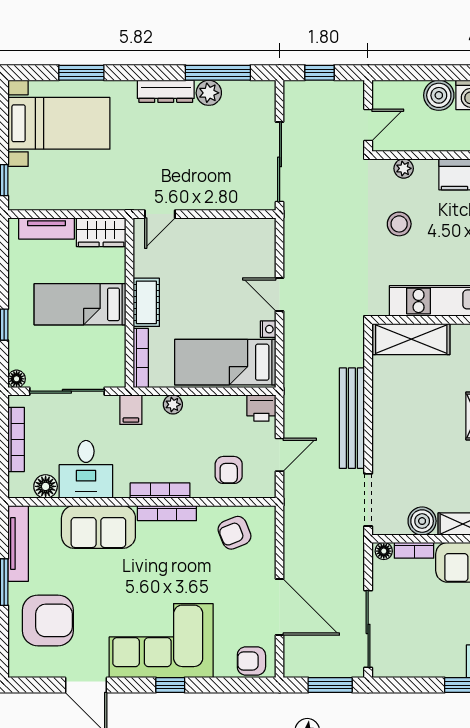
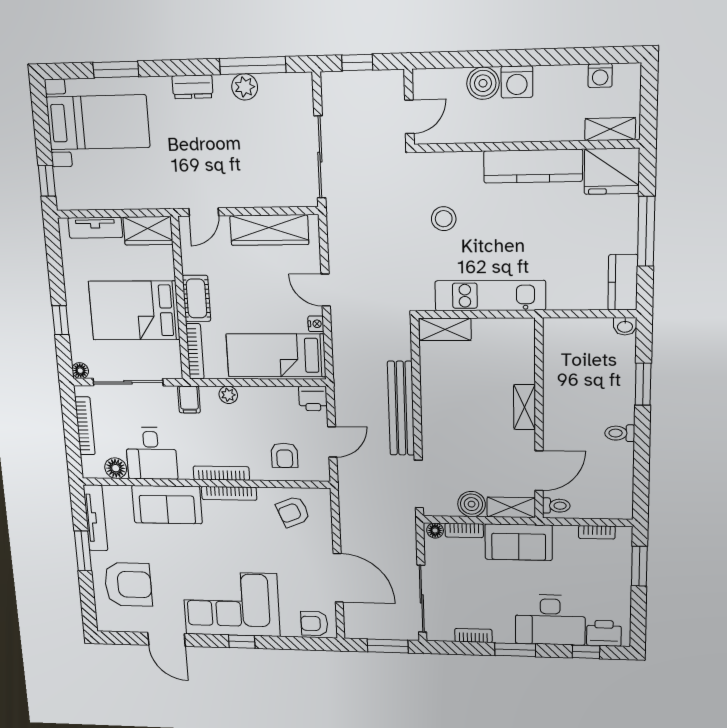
dresser: (166, 91) -> (193, 87), width x0.70
plant: (404, 168) -> (447, 162), removed
wardrobe: (225, 233) -> (269, 230), added
bed: (80, 304) -> (134, 310), width x1.50
shelving: (411, 339) -> (445, 329), width x0.67, depth x0.75
bookcase: (422, 670) -> (473, 635), added

